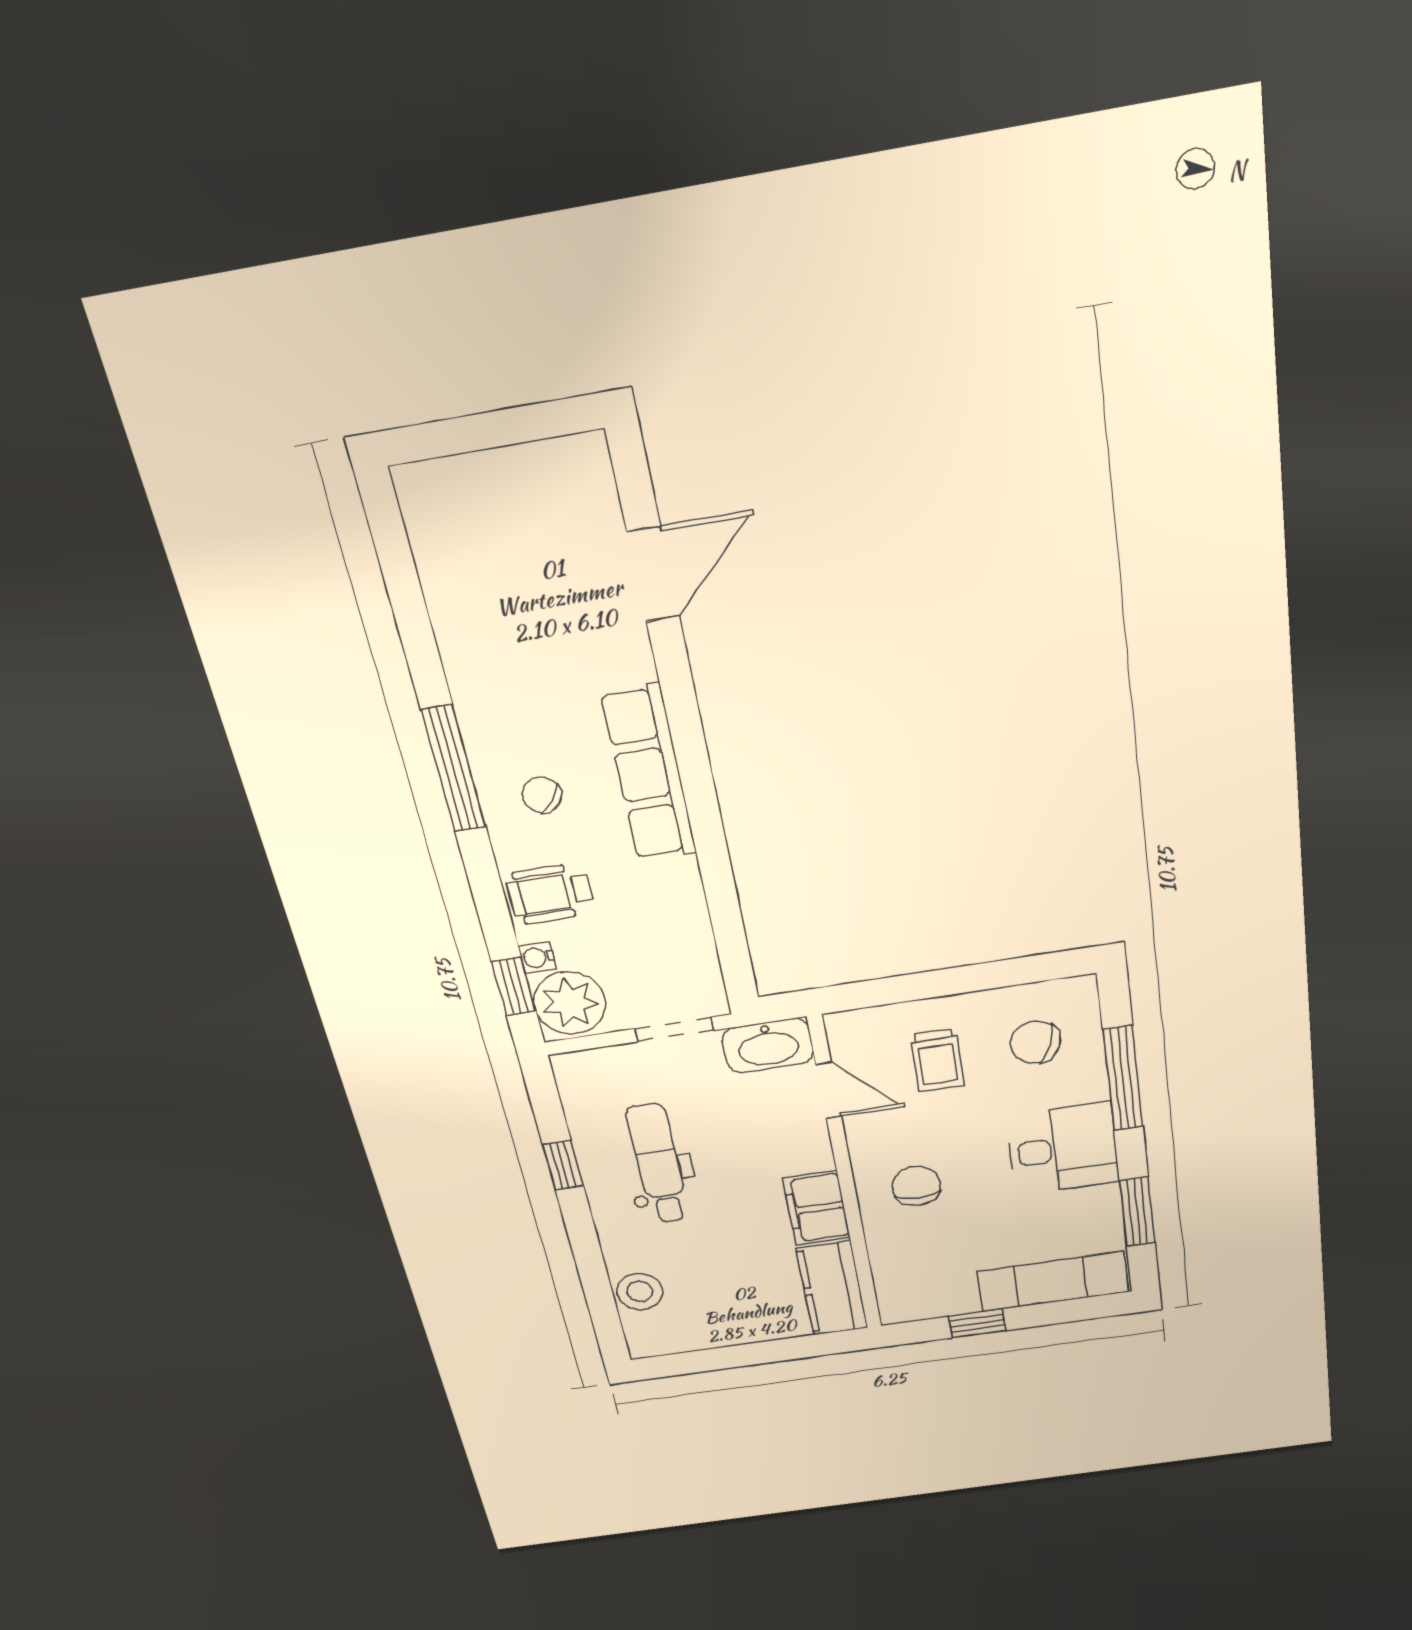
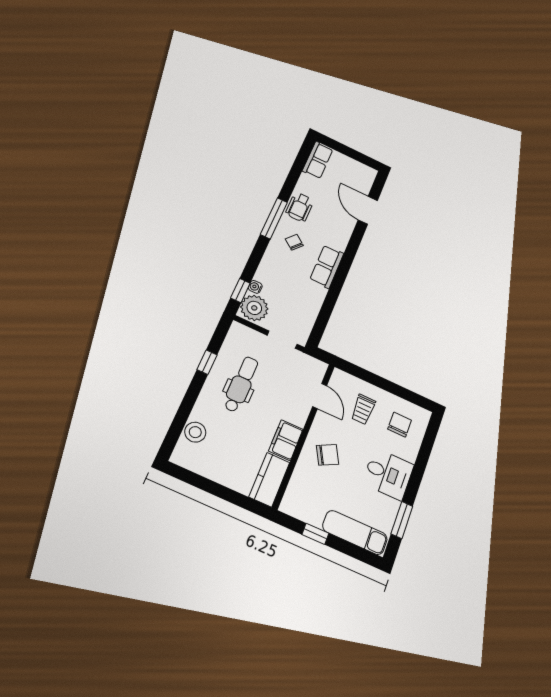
row of seats: (433, 523) -> (318, 160), added
door: (653, 574) -> (368, 210), swing flipped
row of seats: (649, 774) -> (327, 267), width x0.68
wheelchair: (550, 894) -> (300, 207), moved, turned -90
chair: (1035, 1042) -> (400, 425), turned 70
washbasin: (768, 1046) -> (309, 366), removed
window: (1123, 1078) -> (423, 459), removed
chair: (916, 1186) -> (328, 455), turned 62

